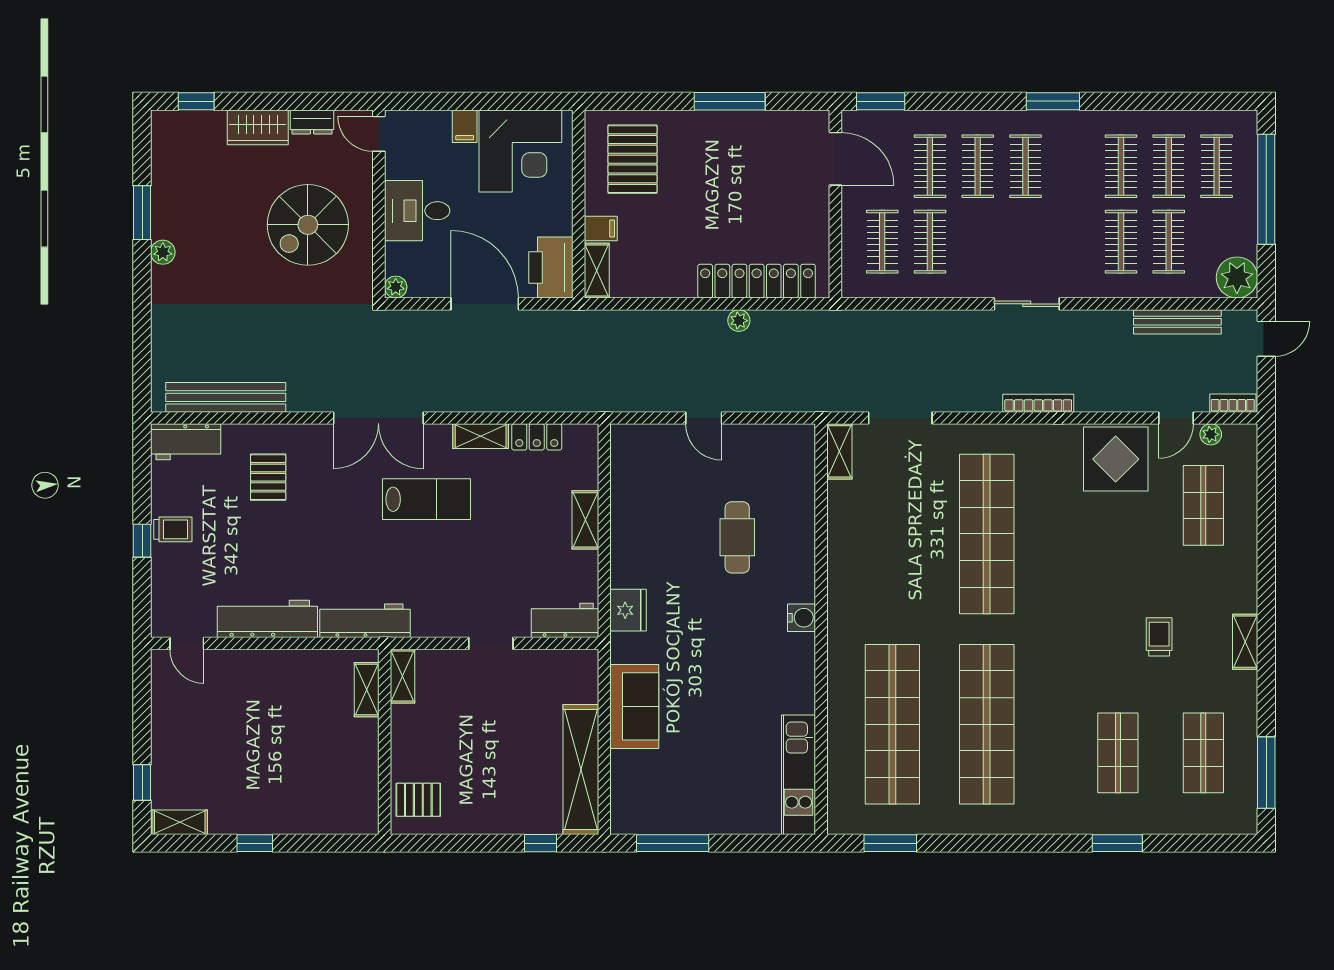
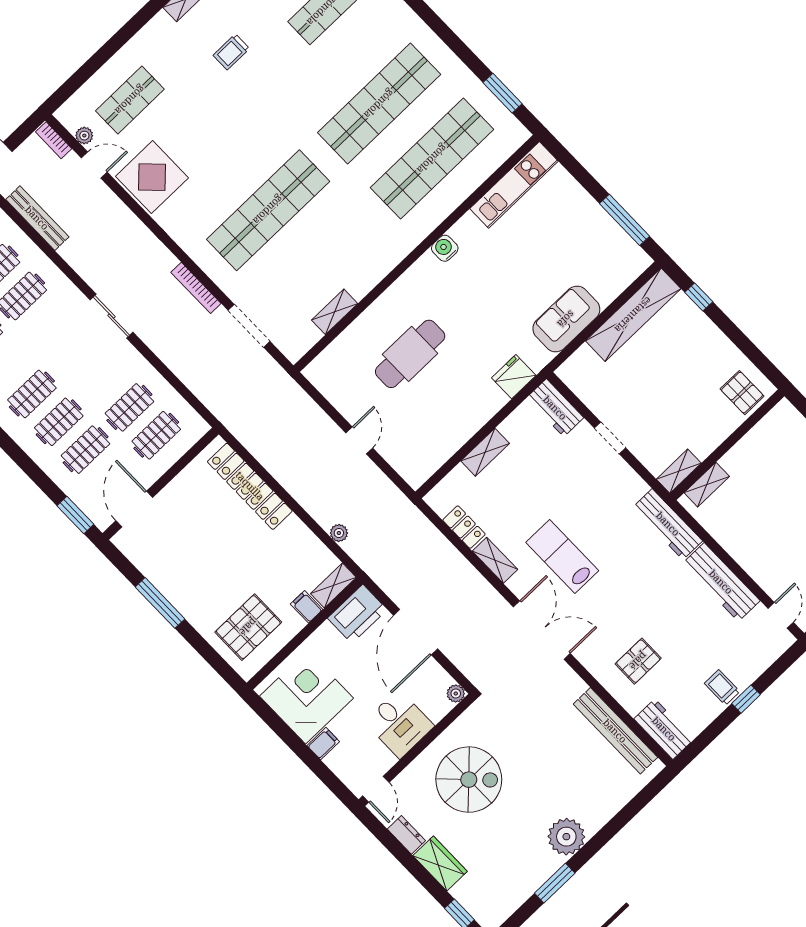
plant: (163, 252) -> (566, 837), width x1.87, depth x1.87
plant: (739, 321) -> (339, 533), moved
bookcase: (1038, 403) -> (196, 288), moved
shelving: (839, 451) -> (335, 312), moved
cafe table: (737, 537) -> (410, 354), width x1.37, depth x1.35
water cooler: (802, 618) -> (445, 248), moved

